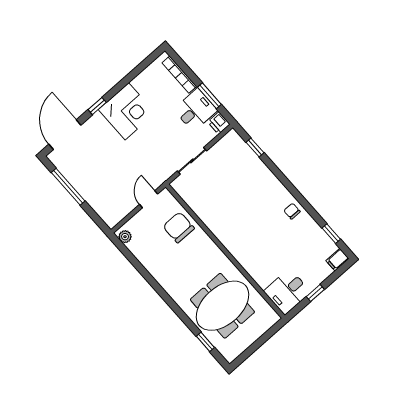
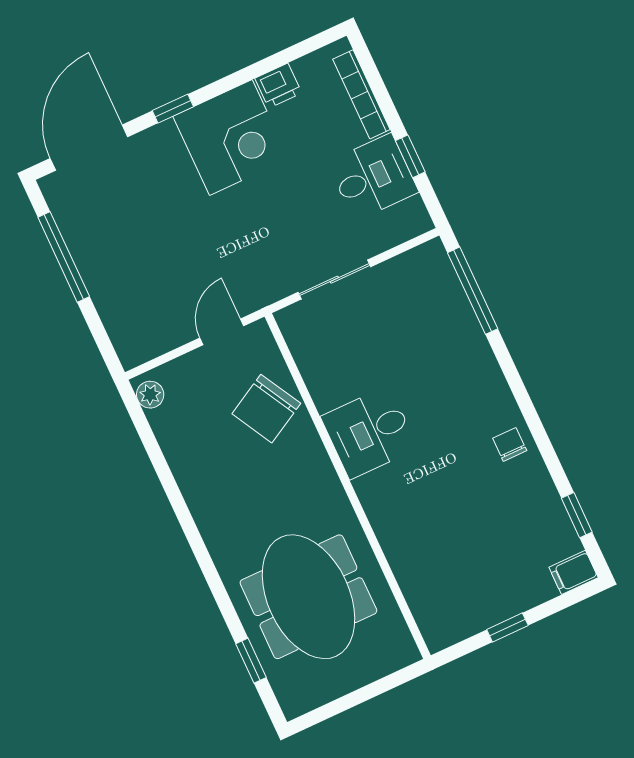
window: (209, 96) -> (410, 156), width x0.67
printer: (219, 123) -> (278, 86), moved, turned -90
window: (255, 147) -> (473, 291), width x2.17
chair: (179, 227) -> (266, 409), turned -119
desk: (287, 292) -> (369, 432), moved
meeting table: (222, 306) -> (308, 597), turned 90

